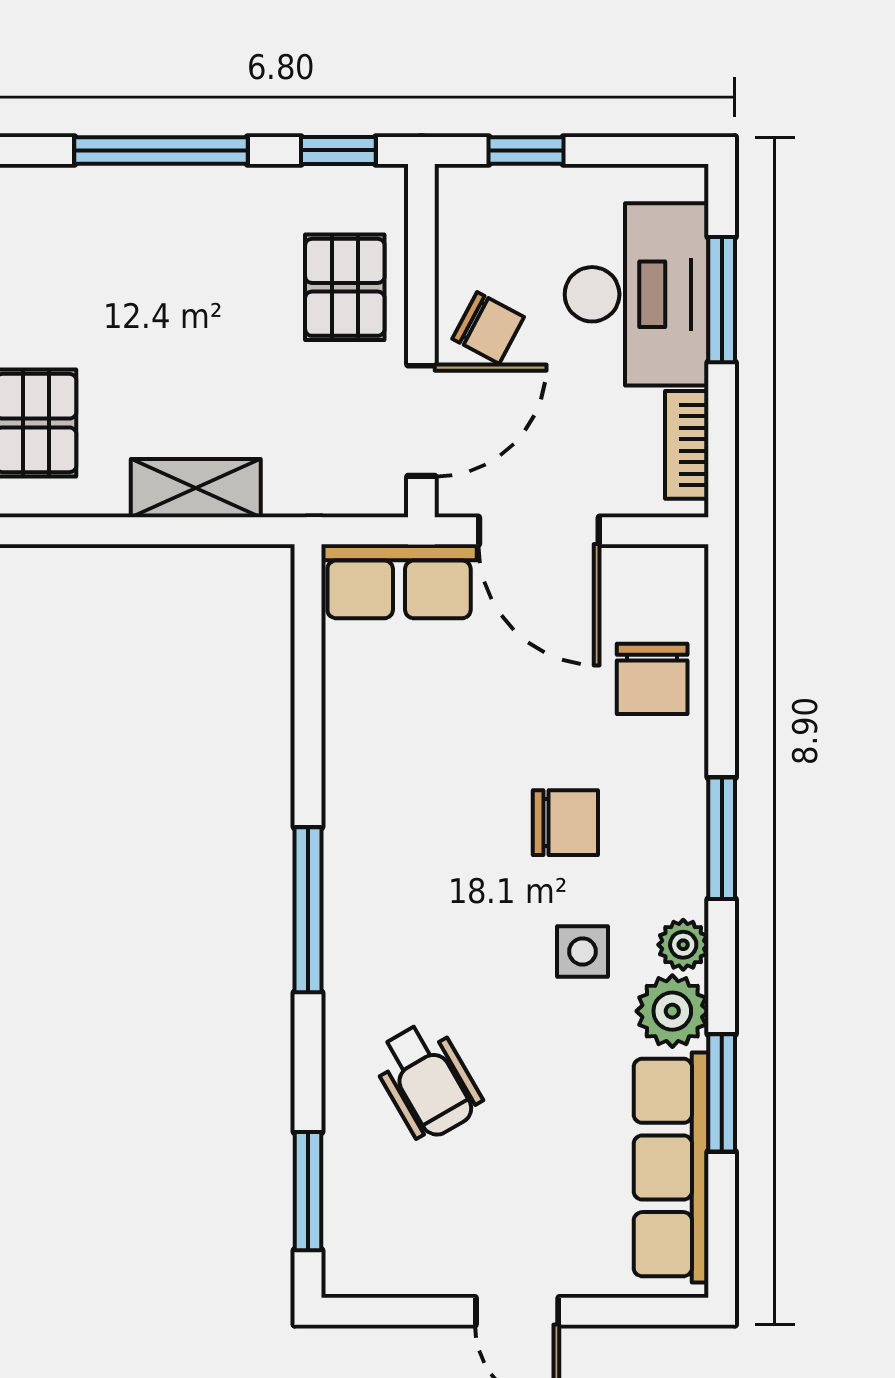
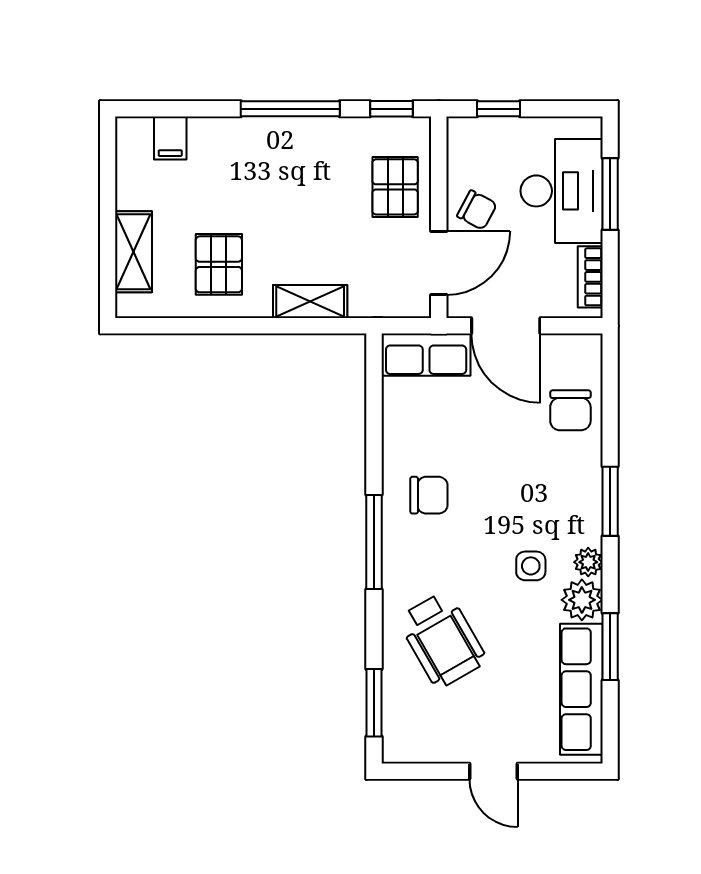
chair: (565, 823) -> (429, 495), moved
wheelchair: (427, 1081) -> (442, 640), width x1.36, depth x1.37

